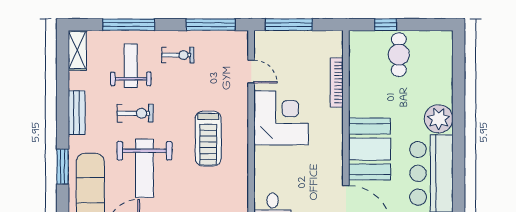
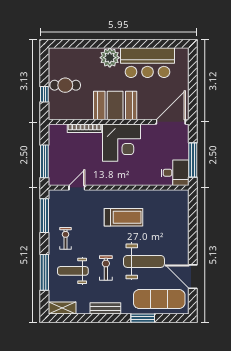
corner desk: (281, 118) -> (121, 143), moved, turned 180
booth: (370, 149) -> (115, 105), moved

